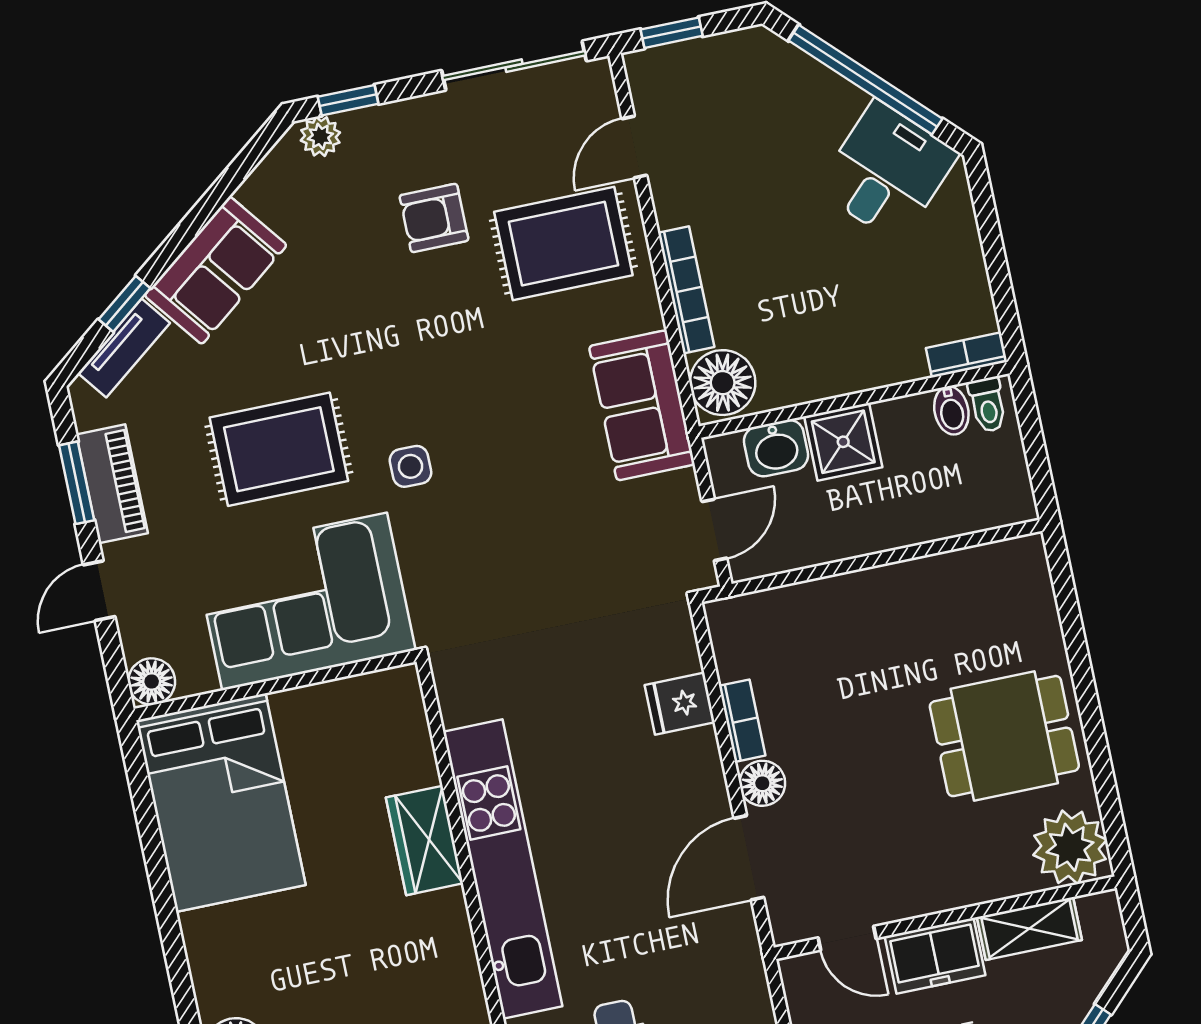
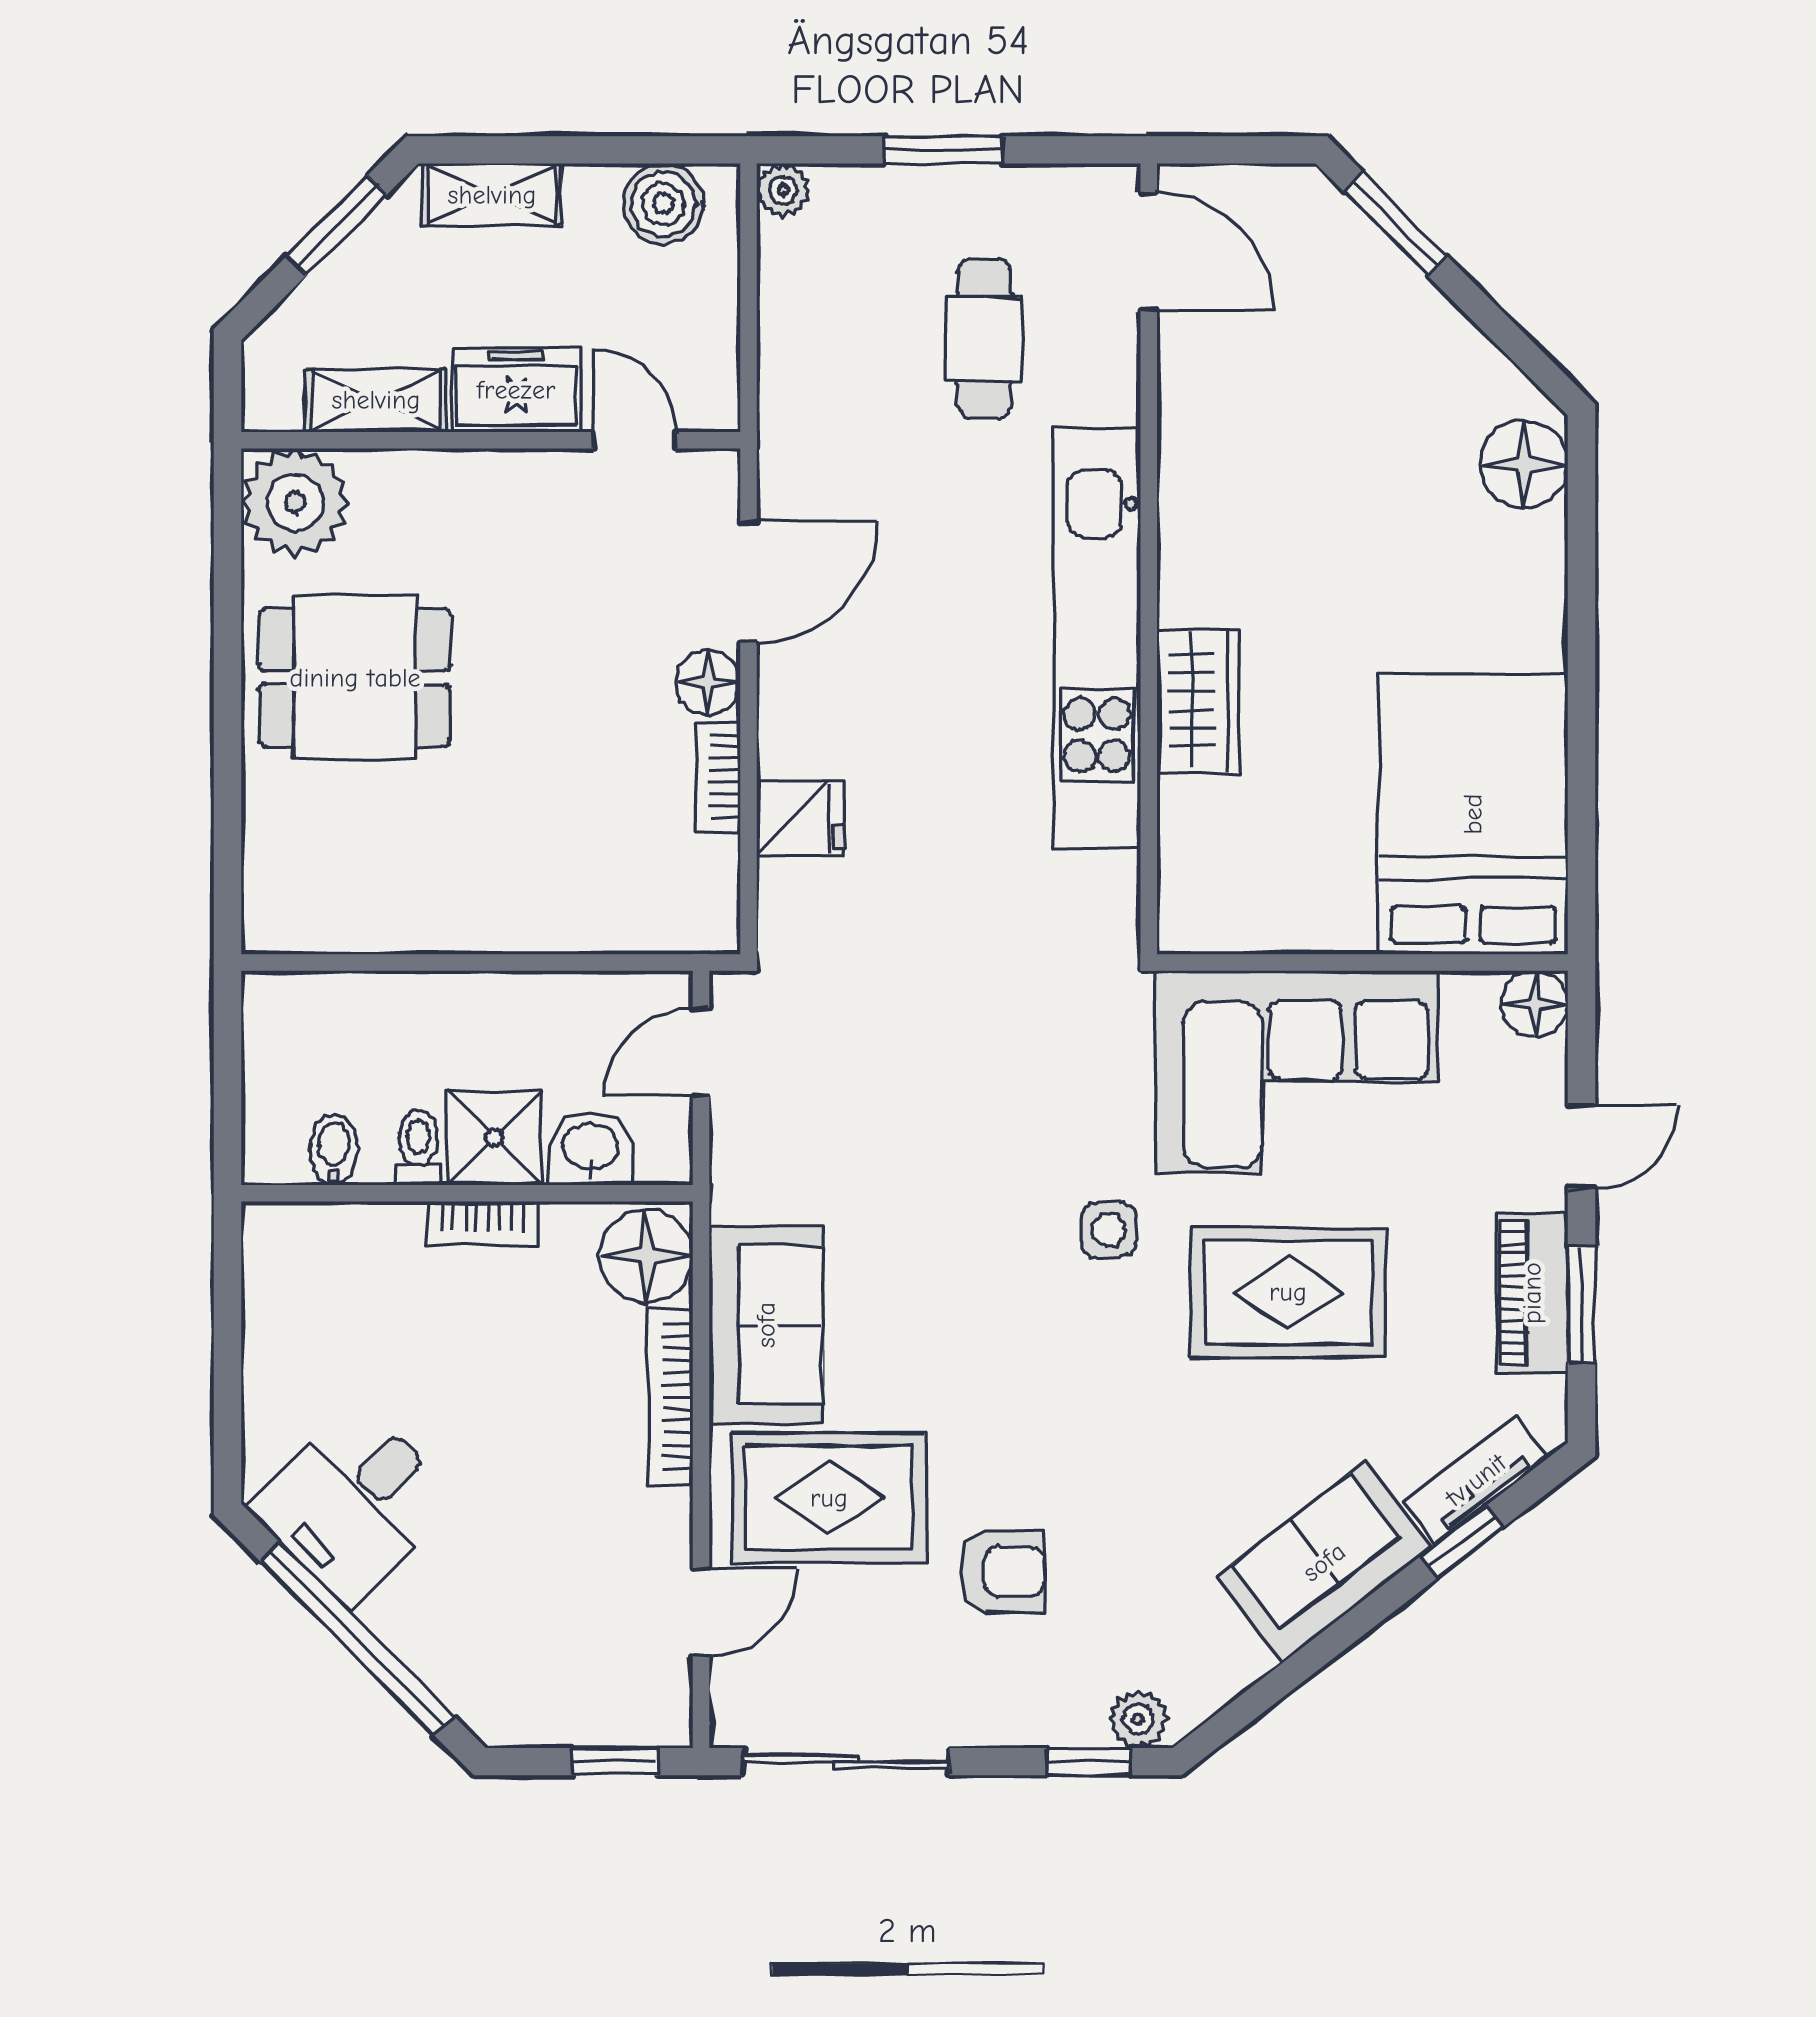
bookcase: (967, 355) -> (483, 1223), moved
sofa: (642, 405) -> (766, 1325), moved
toilet: (988, 405) -> (419, 1147), moved

